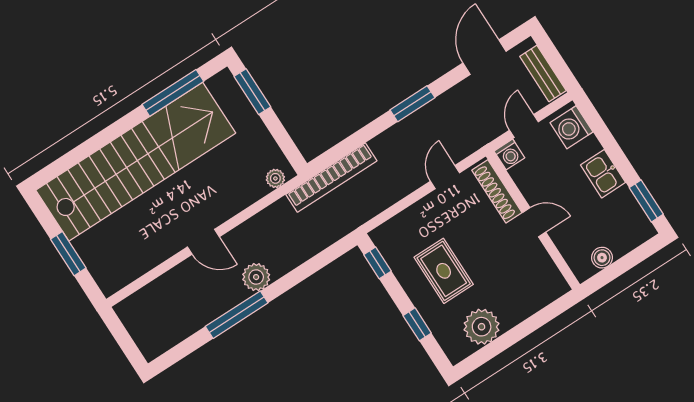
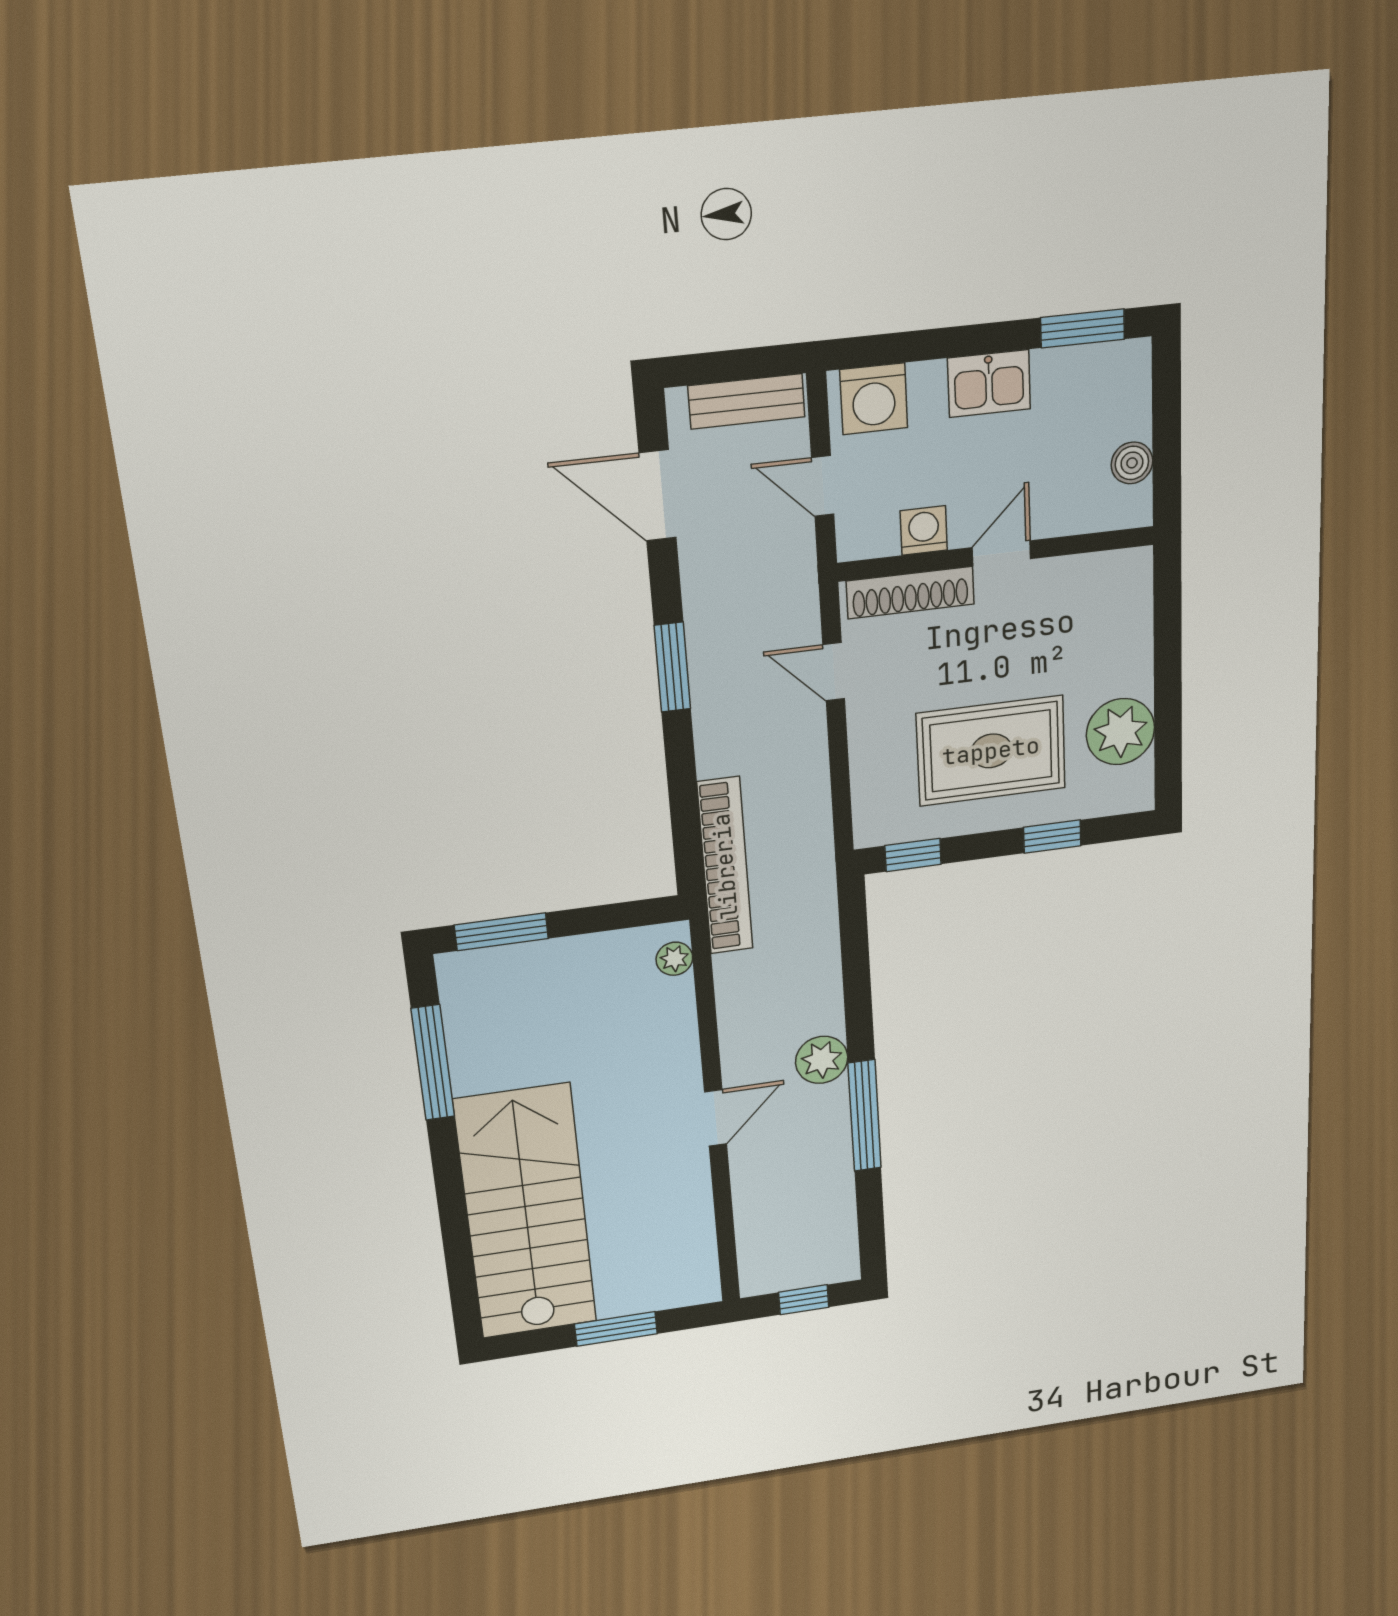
washing machine: (509, 154) -> (924, 530), moved, turned -90
stairs: (136, 162) -> (526, 1212), width x0.73
rug: (444, 271) -> (991, 751), width x1.36, depth x1.43
window: (124, 340) -> (804, 1300), added

